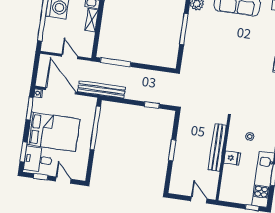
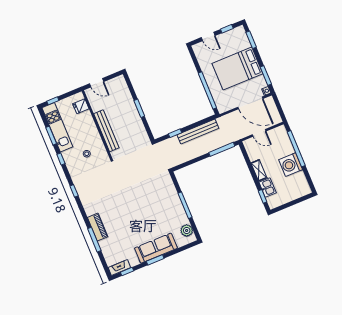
bench: (101, 89) -> (198, 131), moved
fridge: (232, 158) -> (81, 106), moved
desk: (38, 160) -> (237, 41), removed

